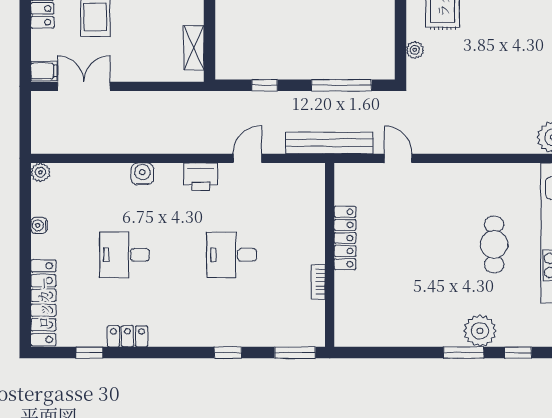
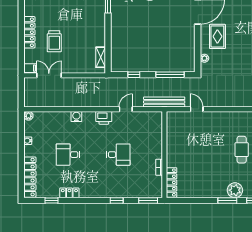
locker: (345, 238) -> (172, 182), moved
desk: (232, 255) -> (118, 155), turned 180

